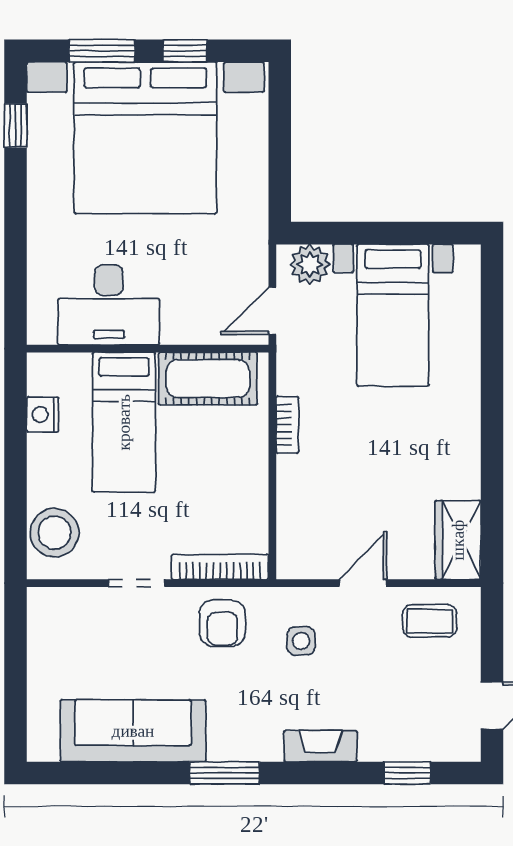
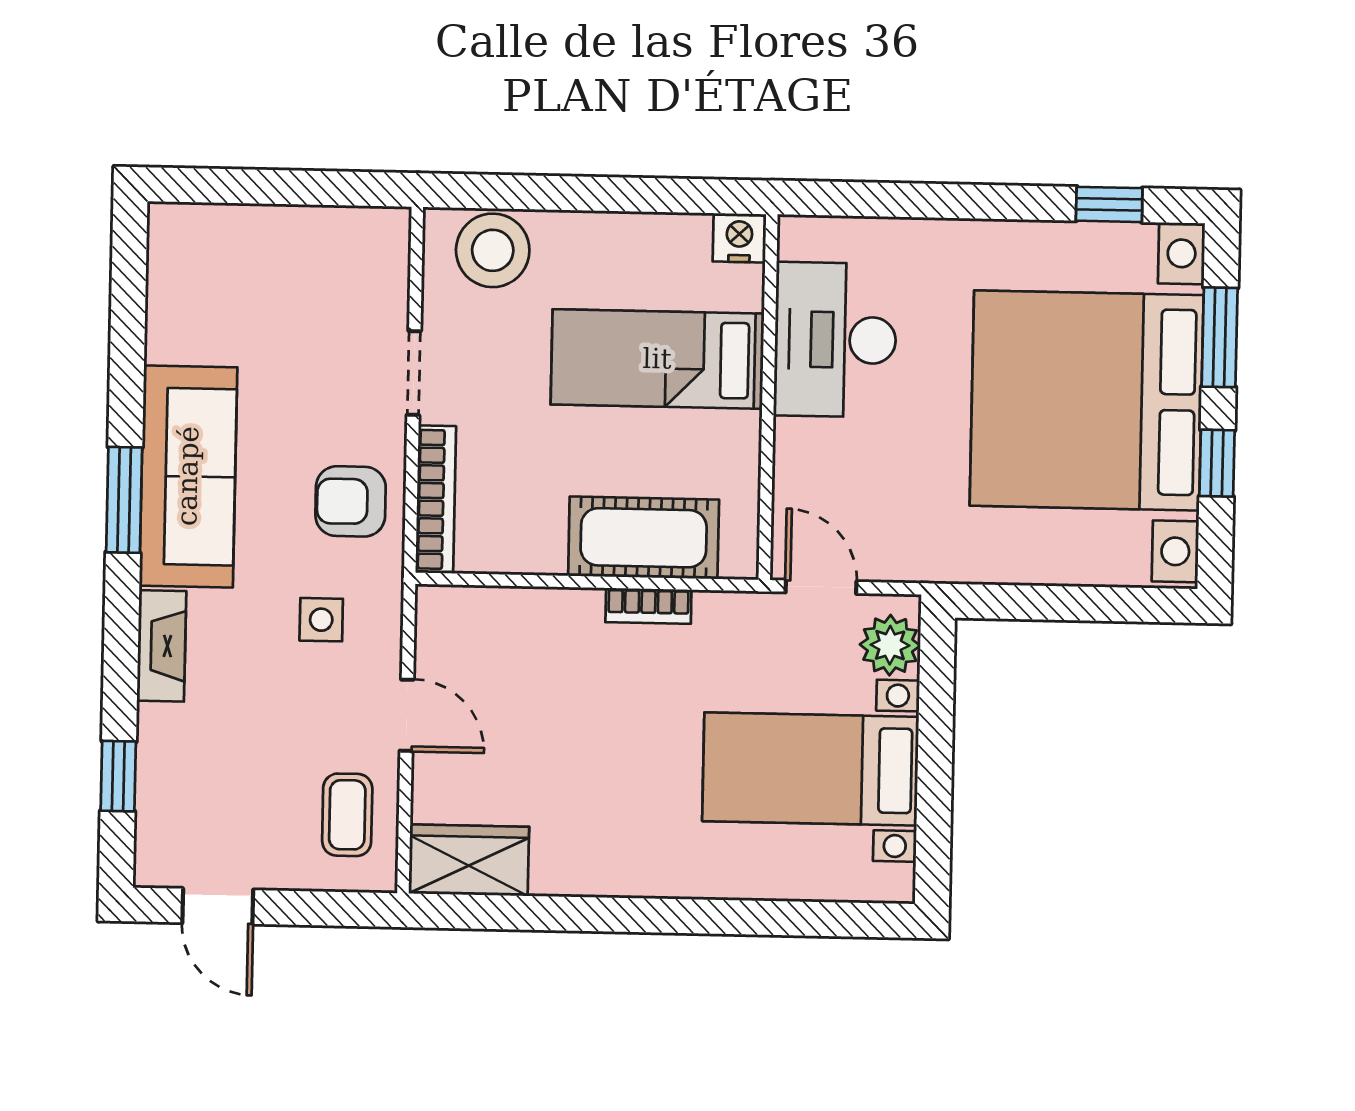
cot: (208, 379) -> (644, 538), moved, turned 90
nightstand: (43, 415) -> (739, 238), moved
sofa: (133, 731) -> (188, 476), moved

